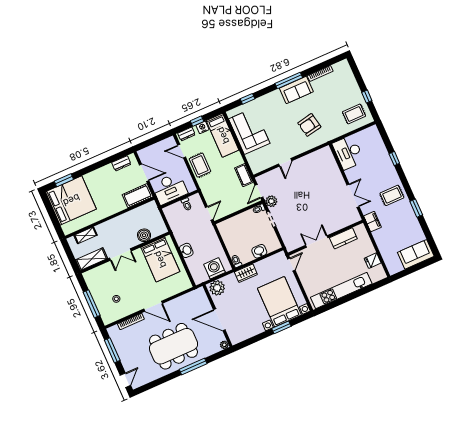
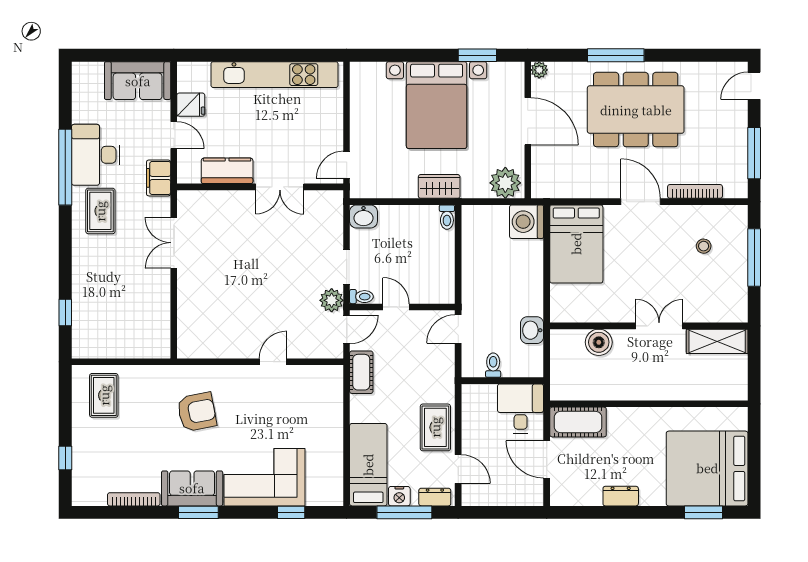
window: (289, 81) -> (198, 512), width x0.69
window: (367, 96) -> (65, 458), moved
rug: (354, 114) -> (104, 395), turned 90
window: (197, 121) -> (404, 512), width x2.17
corner sofa: (249, 131) -> (265, 477), moved, turned 90
desk: (348, 152) -> (96, 155), moved, turned 180
window: (394, 159) -> (65, 313), moved
dresser: (121, 163) -> (621, 496), moved
desk: (170, 189) -> (521, 409), width x0.73
rug: (392, 195) -> (100, 211), turned 90
window: (416, 208) -> (65, 167), width x2.11
door: (241, 211) -> (396, 307), added
shelving: (86, 235) -> (709, 391), removed
door: (374, 244) -> (174, 135), added
washbasin: (186, 250) -> (532, 330), moved
washbasin: (259, 251) -> (363, 216), moved
sofa: (416, 254) -> (138, 81), moved
bed: (160, 259) -> (576, 244), moved, turned 180
washing machine: (215, 268) -> (527, 222), moved, turned 90
bed with nightstands: (279, 302) -> (437, 105), moved
window: (281, 327) -> (477, 55), moved

